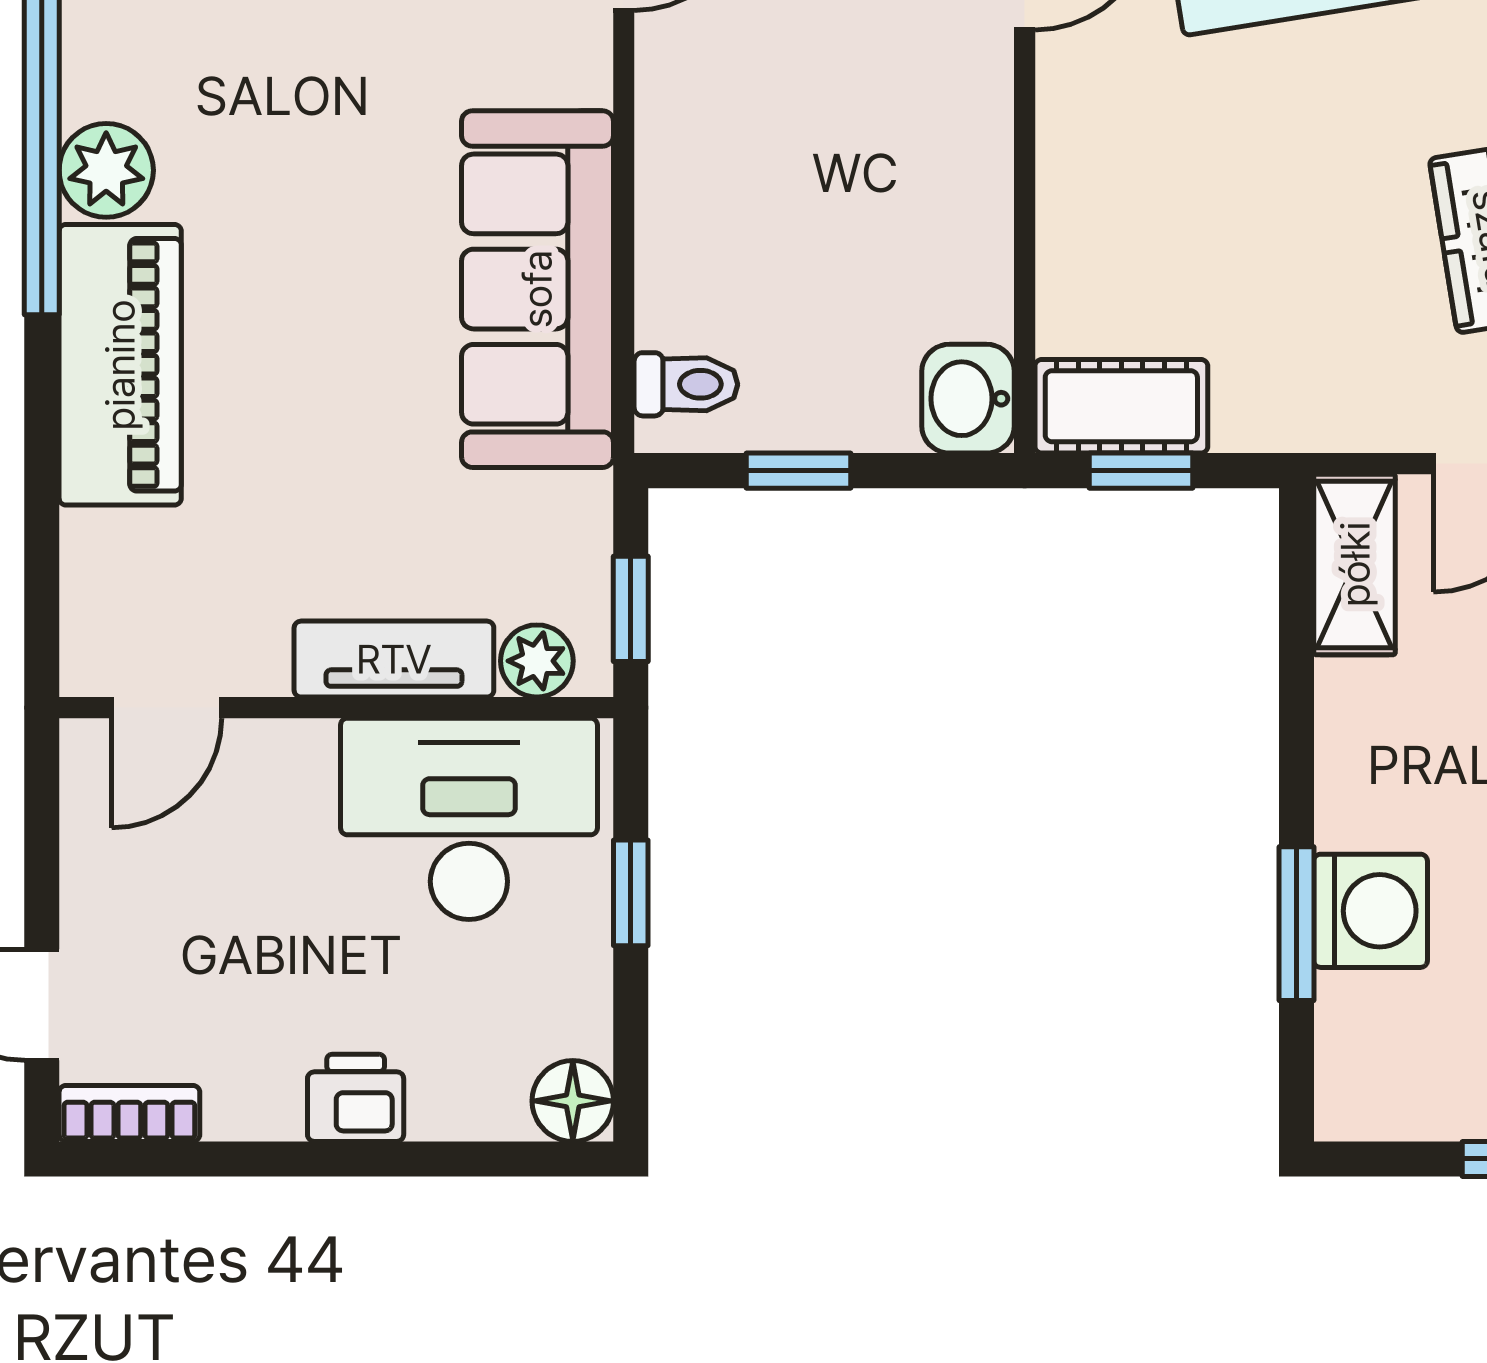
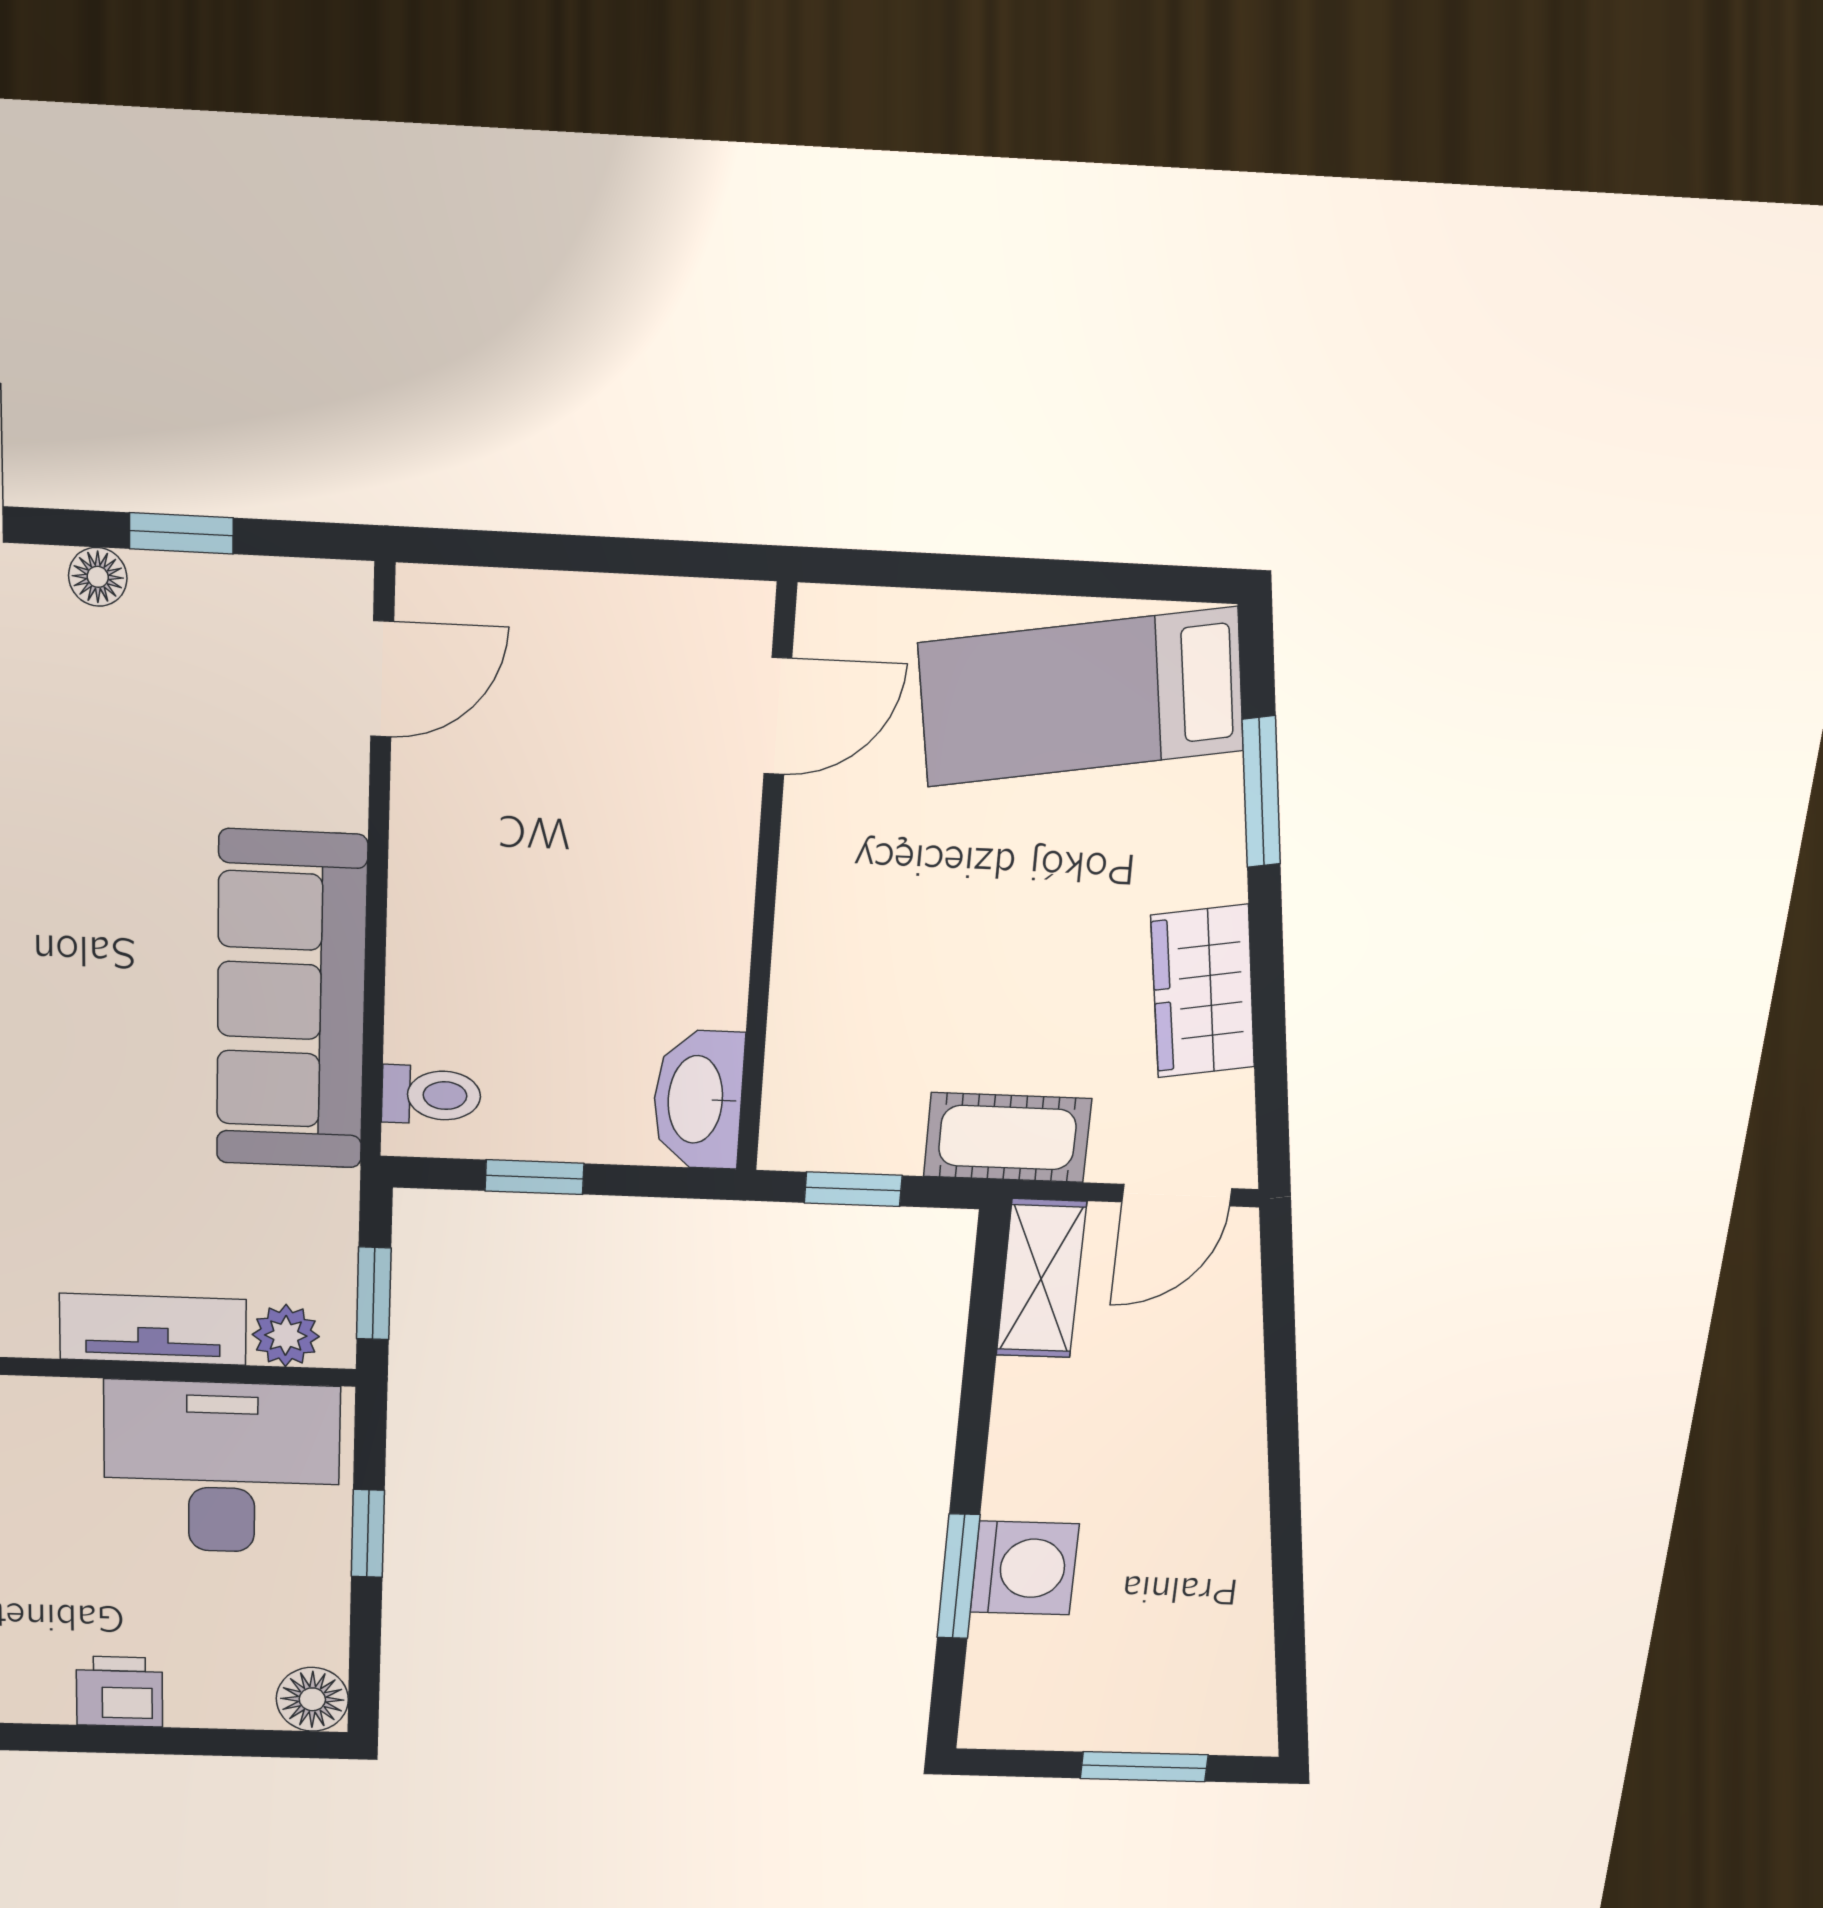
washbasin: (968, 399) -> (698, 1100), width x1.38
cot: (1121, 406) -> (1007, 1137), moved

